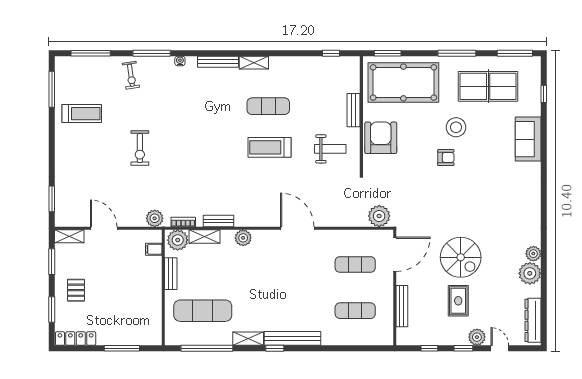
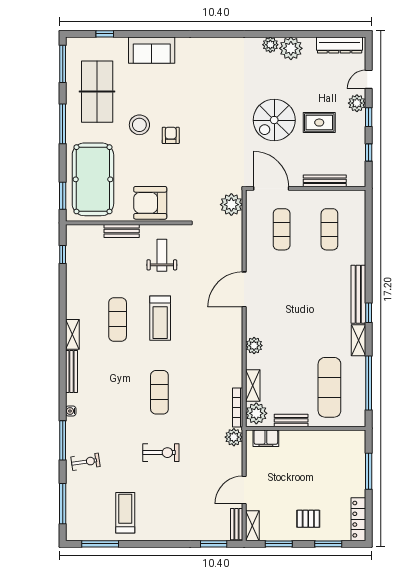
exercise mat: (198, 147) -> (159, 392), added
bench: (218, 221) -> (237, 524), moved
bookcase: (183, 222) -> (238, 408), width x1.56
filing cabinet: (154, 249) -> (266, 438), width x2.00
spiral stairs: (461, 257) -> (274, 120), turned 180

